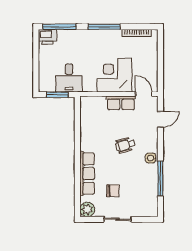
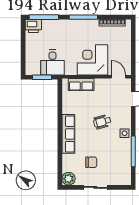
row of seats: (121, 103) -> (81, 84), moved
row of seats: (87, 174) -> (68, 134), moved

